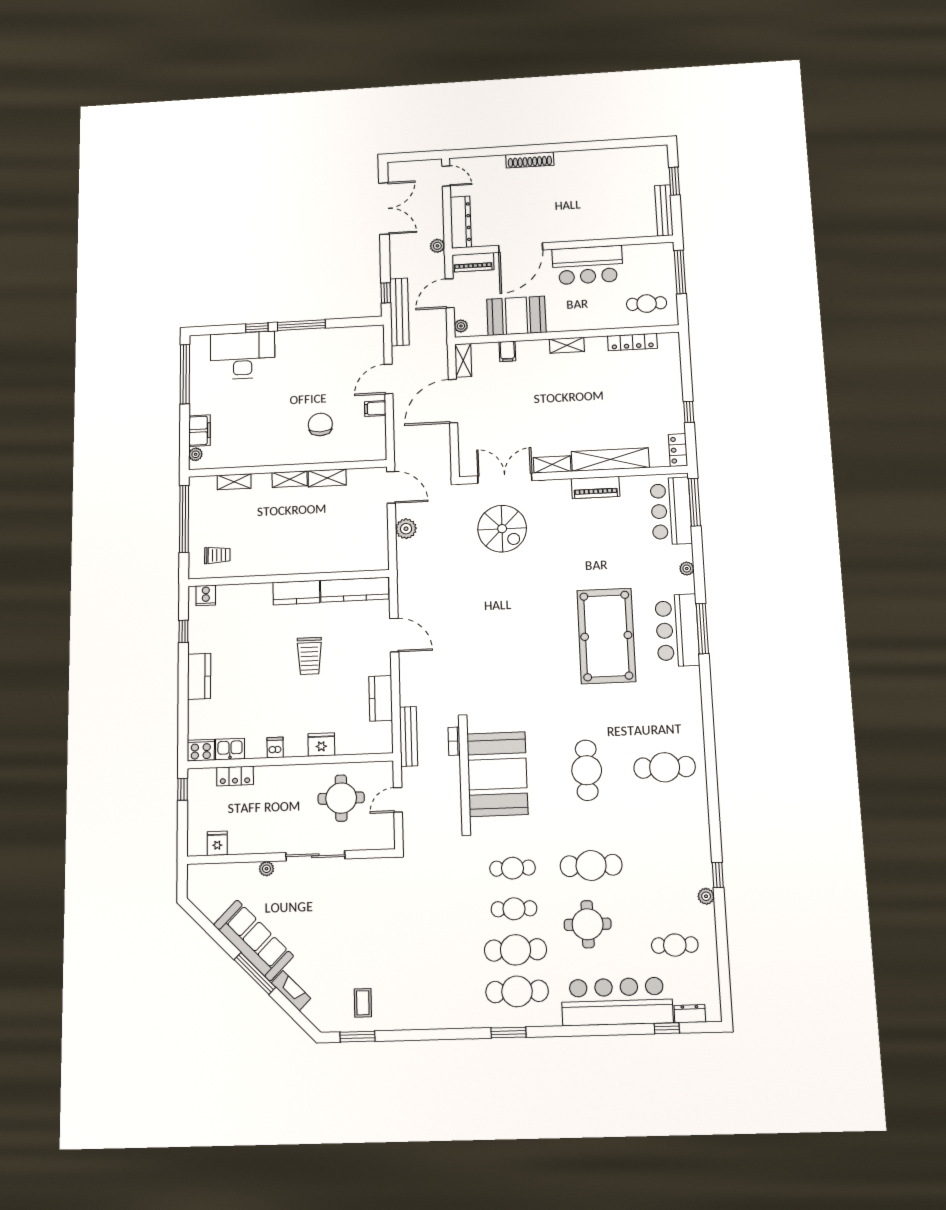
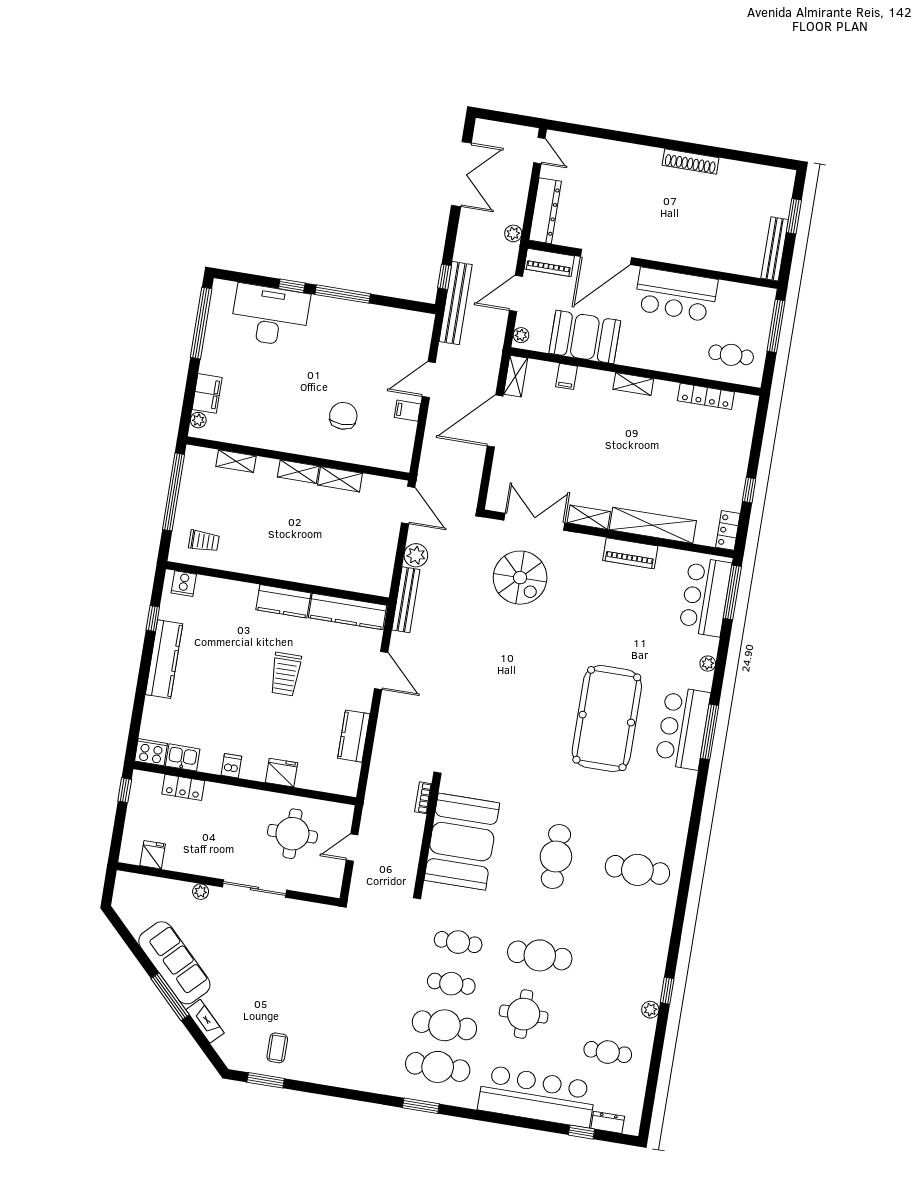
shoe rack: (530, 160) -> (691, 161), moved
kitchen counter: (199, 676) -> (164, 659), width x1.50
bench: (409, 736) -> (406, 600), moved

